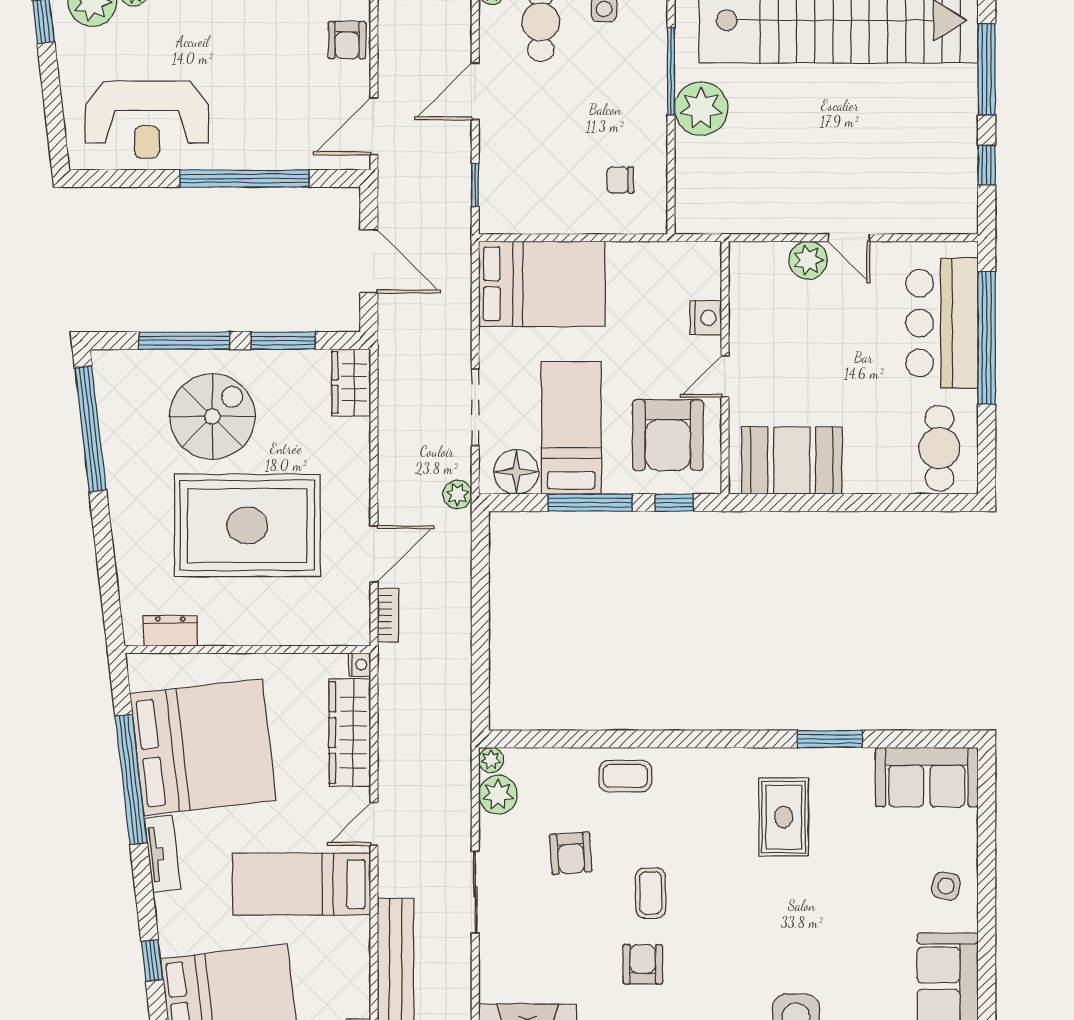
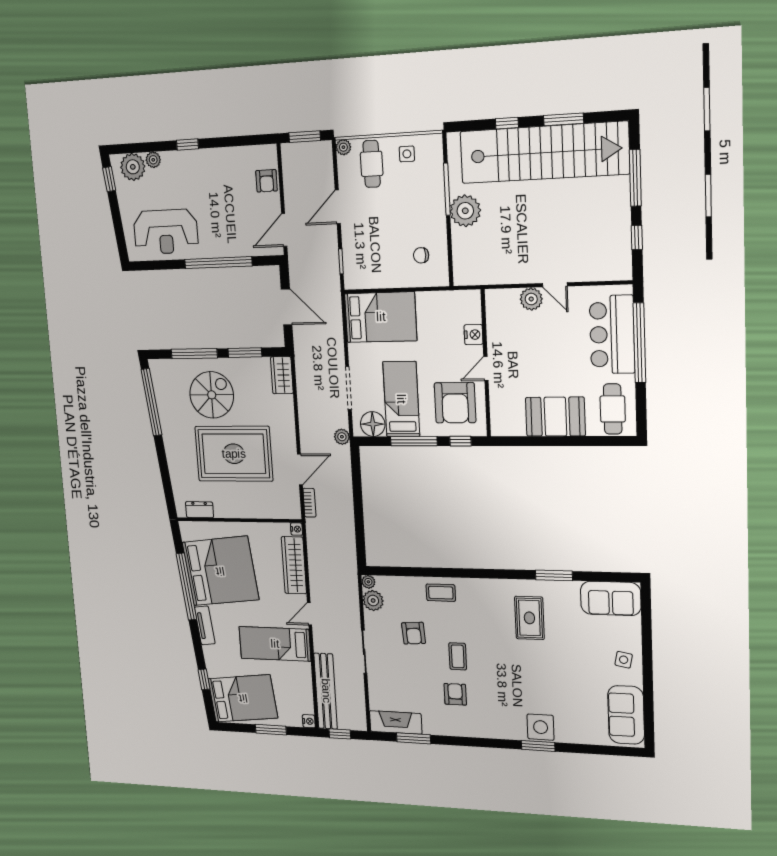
booth: (792, 461) -> (555, 417), moved

